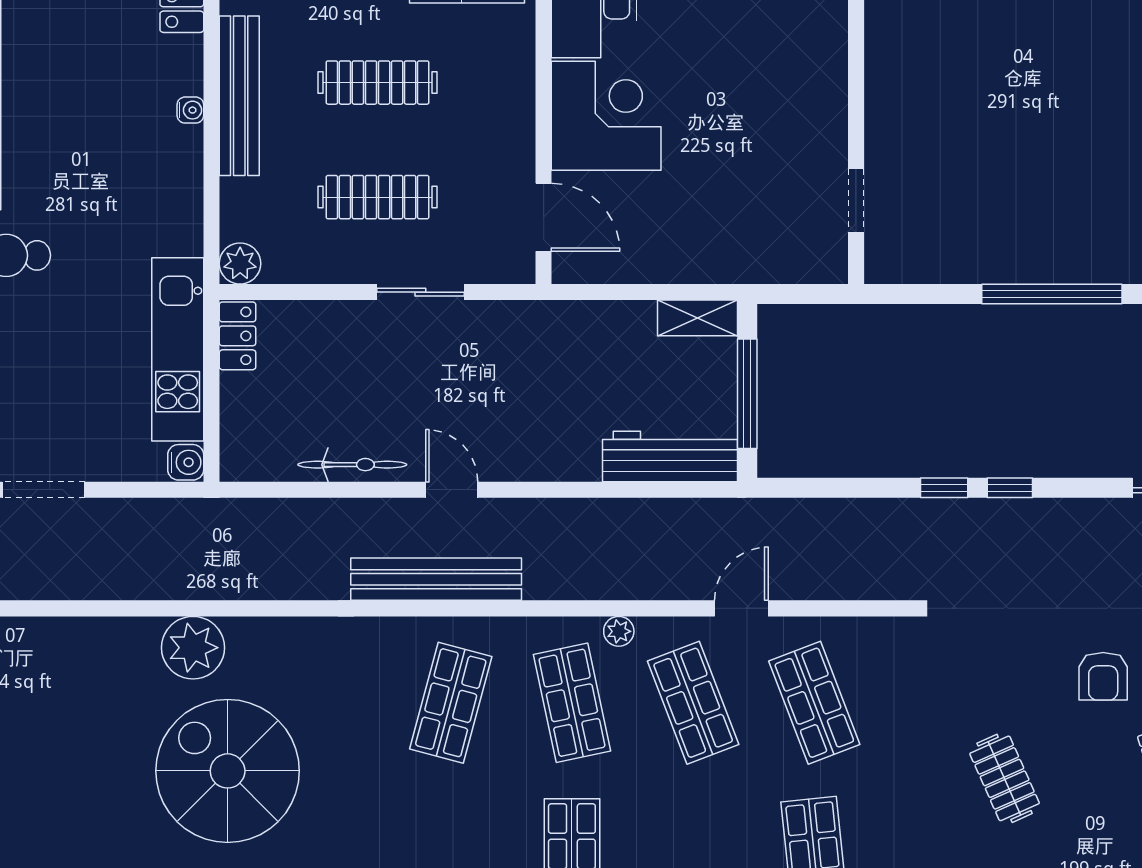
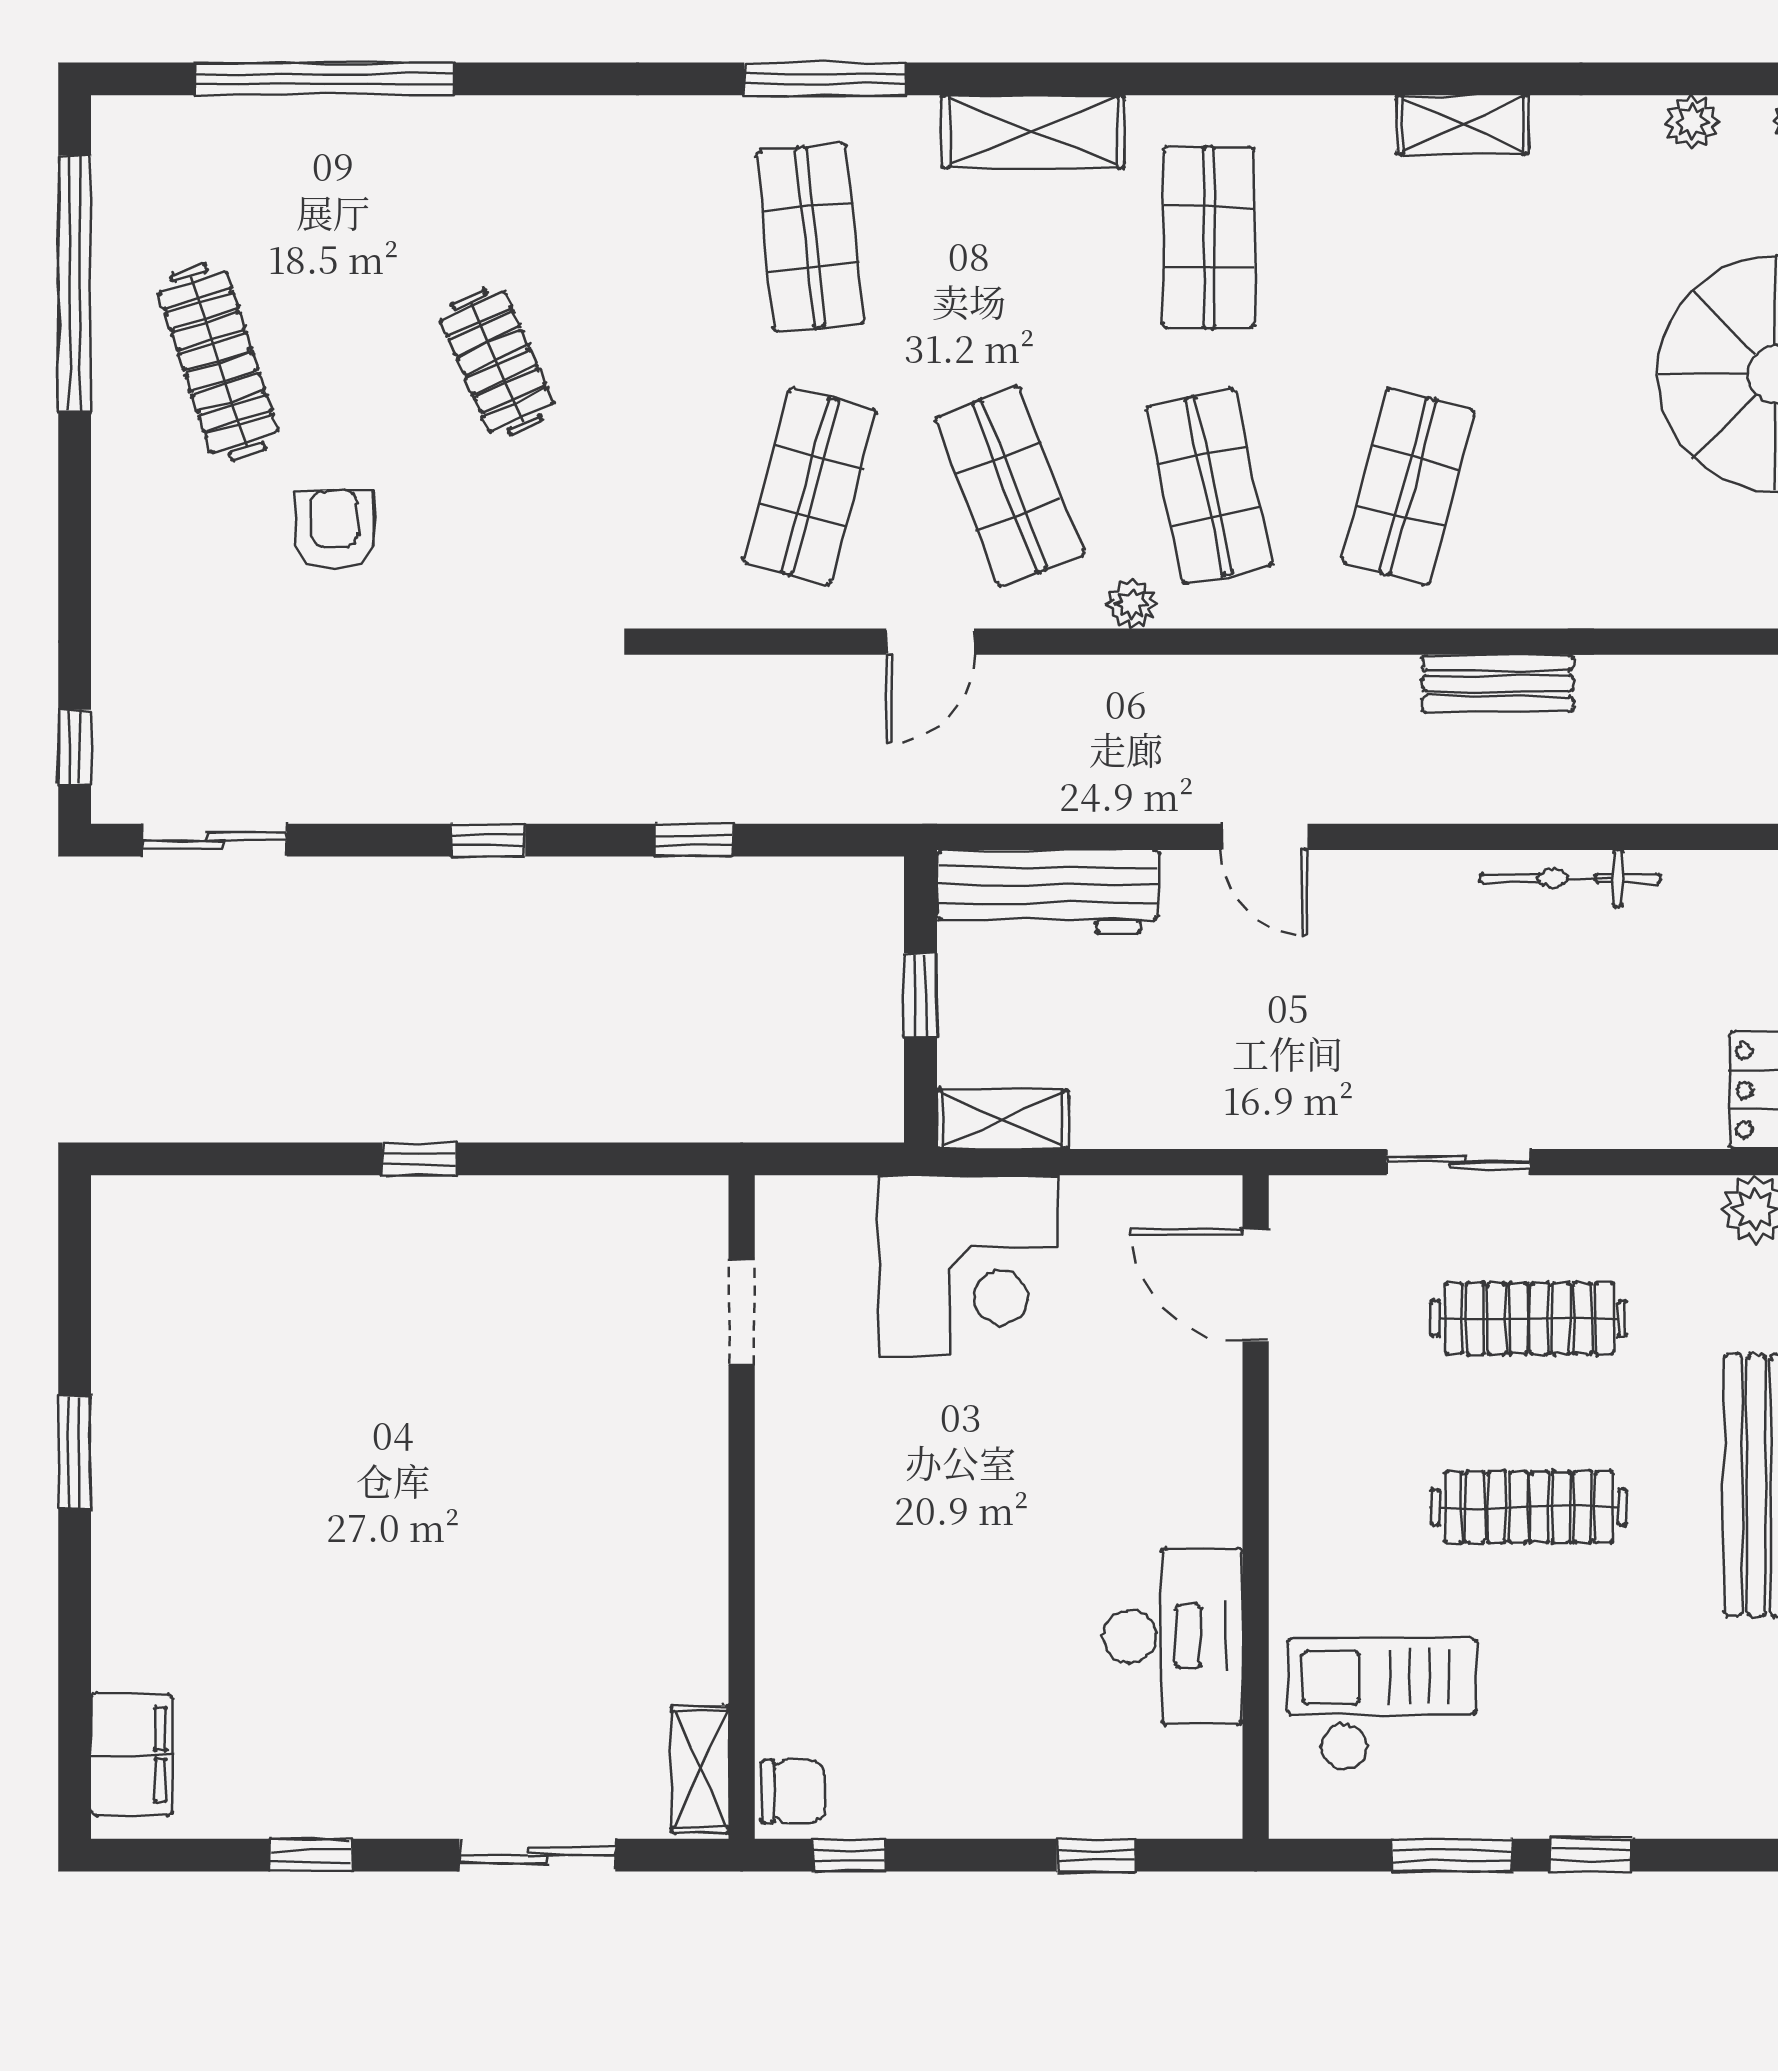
corner desk: (606, 116) -> (968, 1265), moved, turned -90
window: (1052, 294) -> (419, 1159), width x0.32
window: (747, 394) -> (921, 995), width x0.46
window: (944, 488) -> (694, 840), moved
door: (452, 490) -> (1265, 837), moved
bench: (436, 579) -> (1498, 683), width x0.54, depth x0.82
shop shelf: (814, 703) -> (810, 486), turned 36

